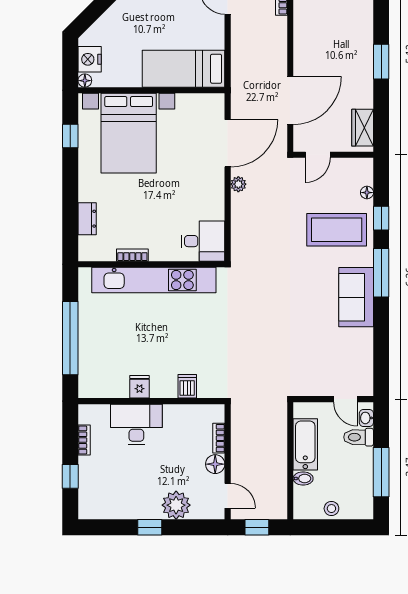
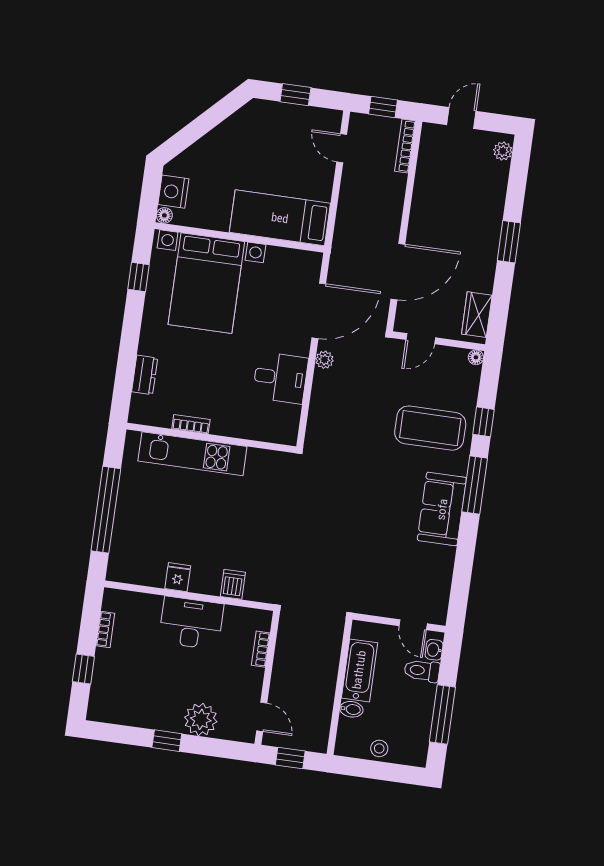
floor lamp: (367, 193) -> (476, 357), moved
desk: (203, 241) -> (280, 378), moved
kitchen unit: (154, 280) -> (192, 454), width x0.73
desk: (136, 424) -> (191, 623), moved
floor lamp: (215, 464) -> (252, 678), removed

